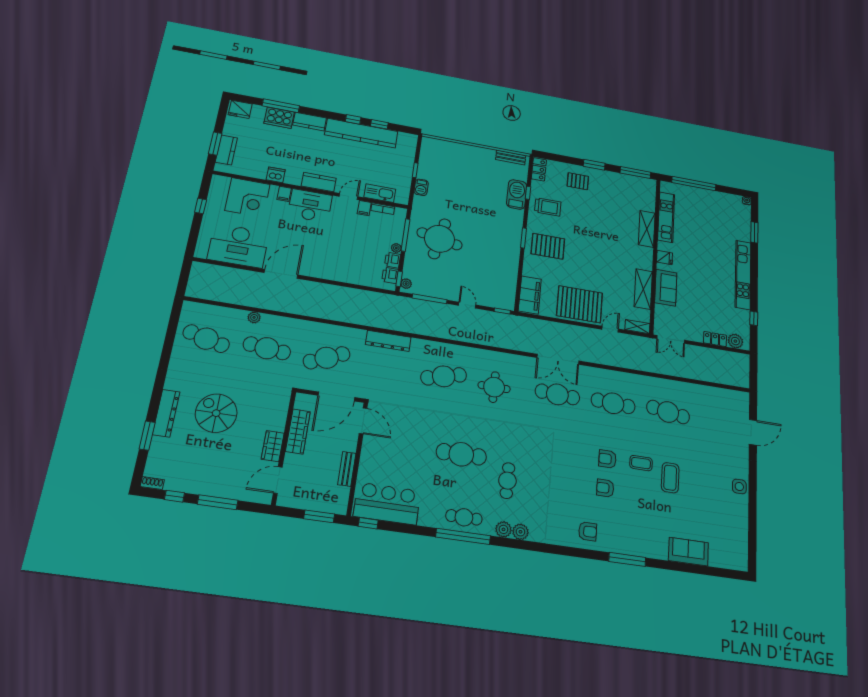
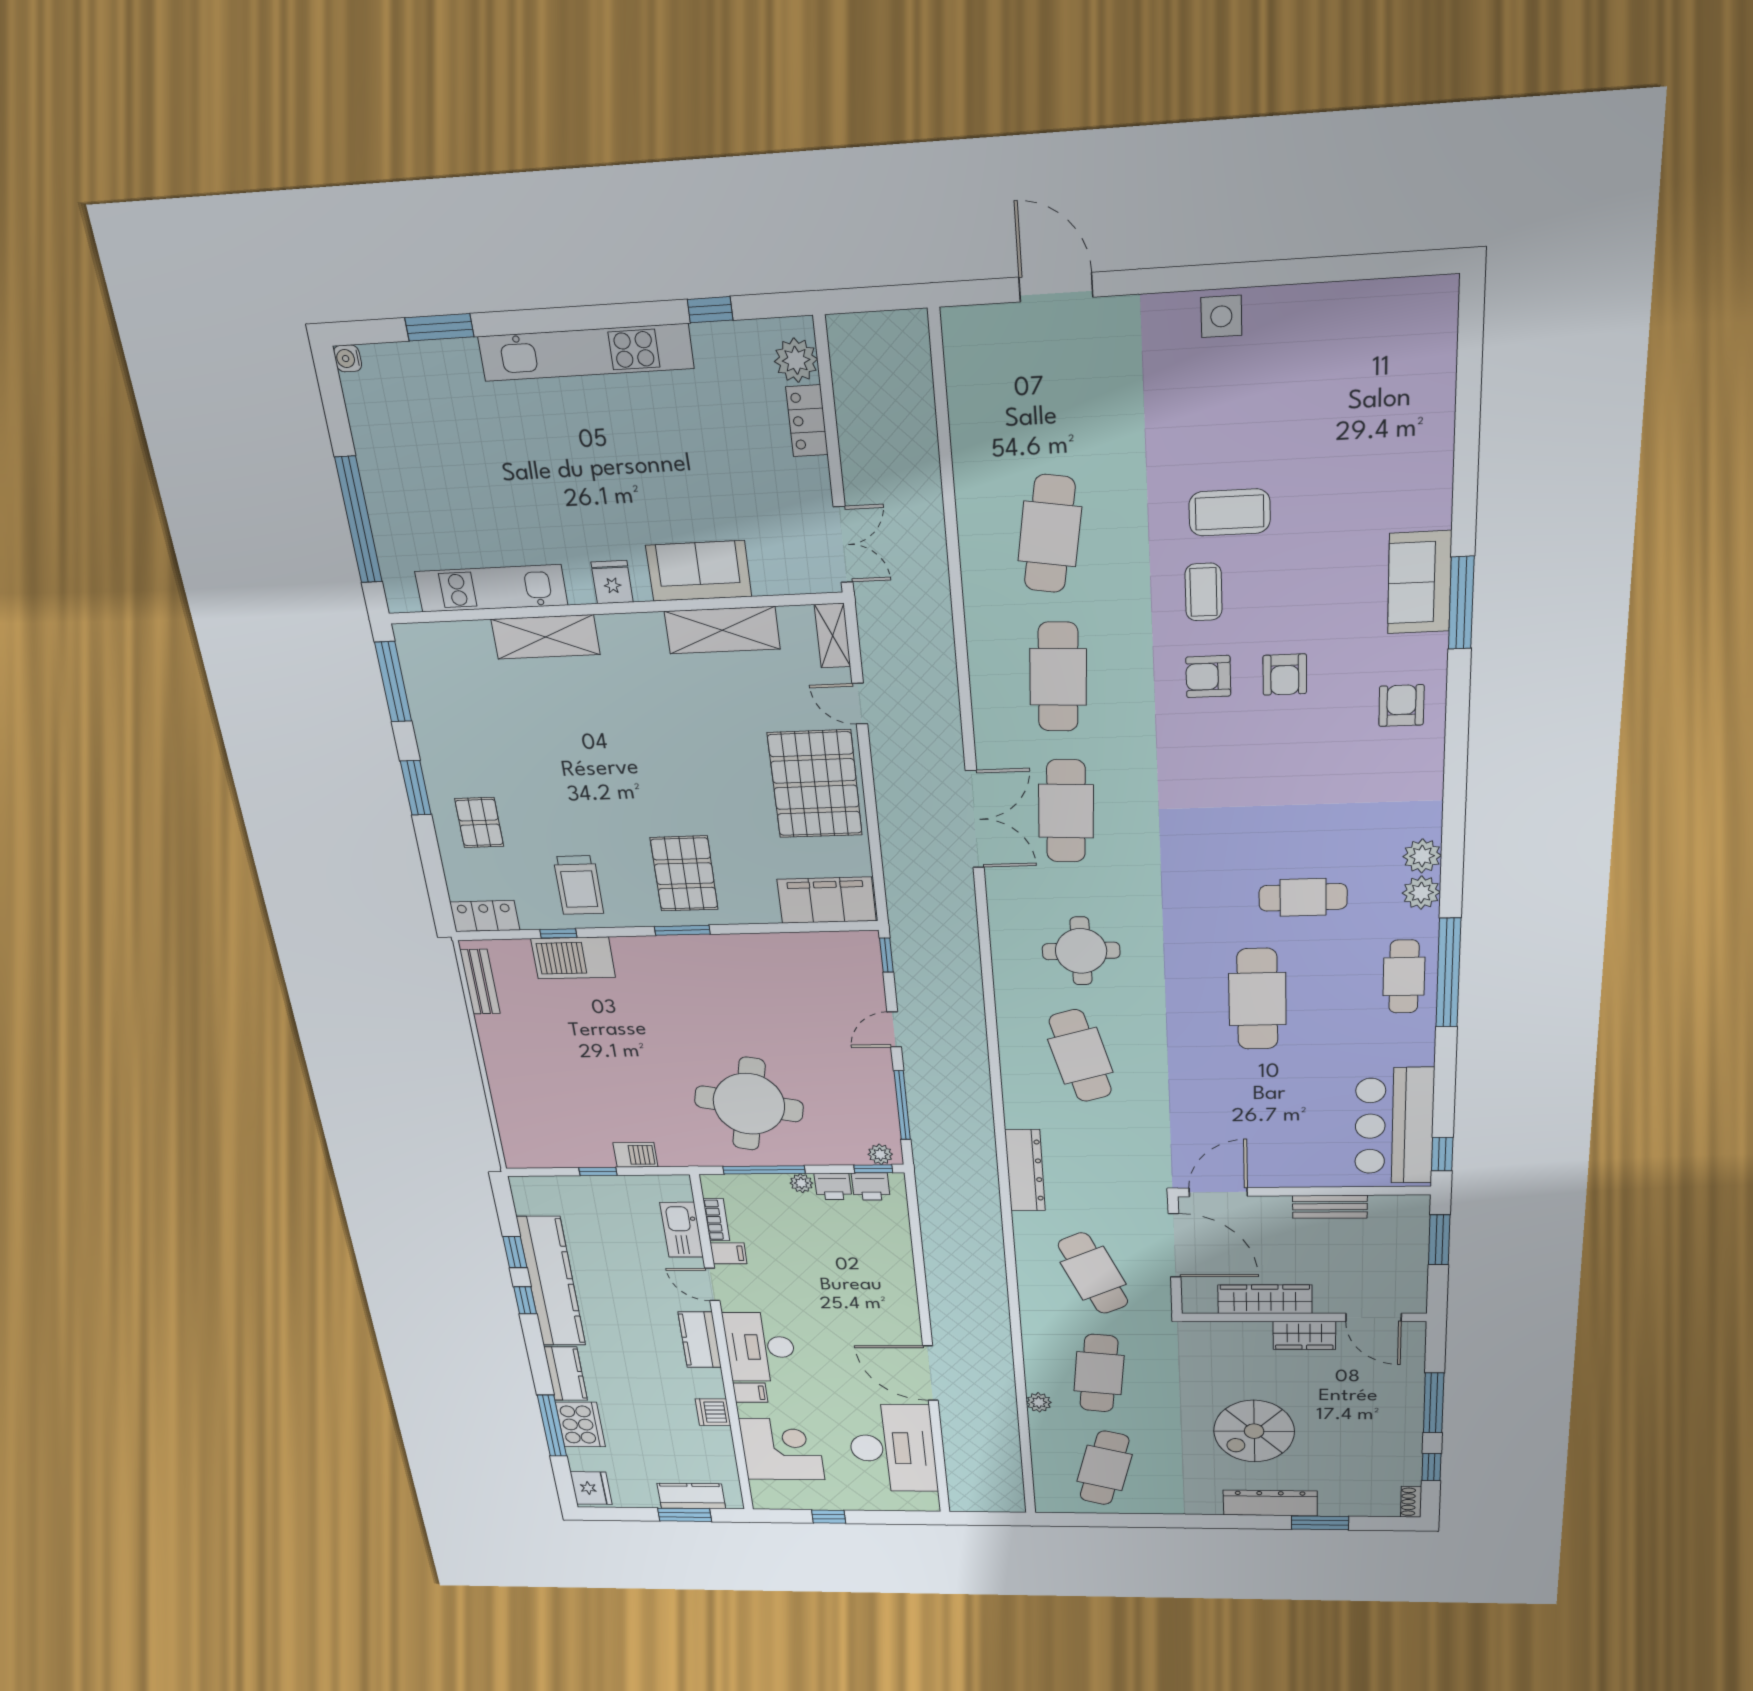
trolley: (548, 207) -> (578, 885), turned 180
armchair: (607, 459) -> (1208, 677), turned 90
sofa: (688, 552) -> (1419, 582), moved

